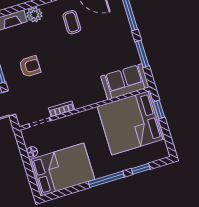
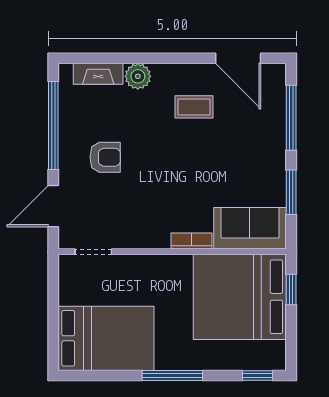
coffee table: (72, 22) -> (194, 107), turned 90
bookcase: (62, 109) -> (191, 241), moved
floor lamp: (32, 152) -> (67, 295), removed
window: (141, 169) -> (257, 375), moved

